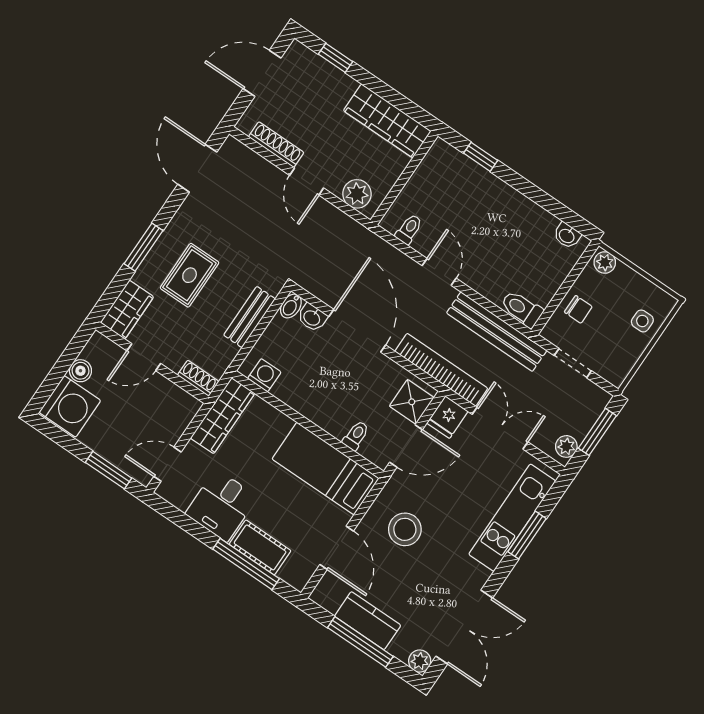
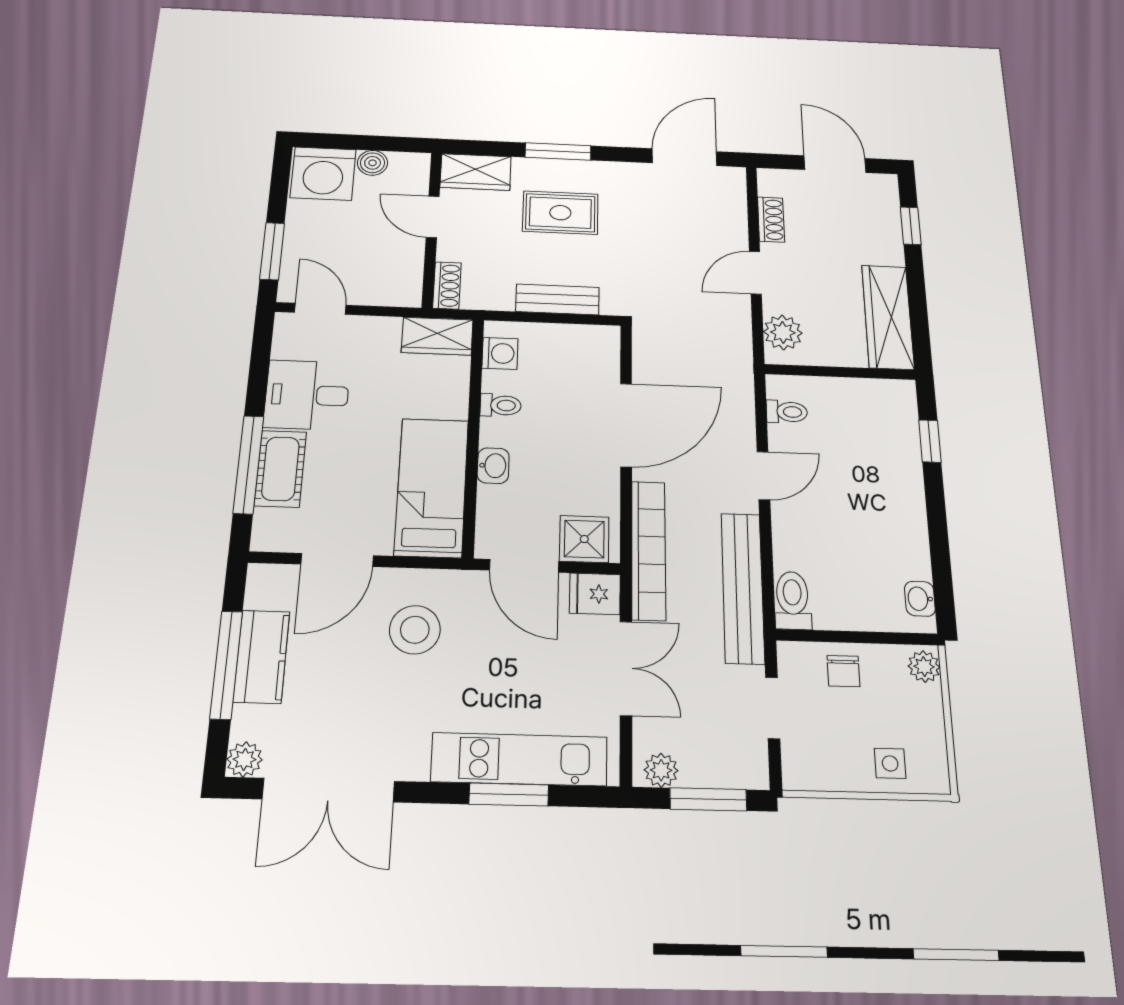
shoe rack: (276, 145) -> (771, 220), width x0.70
bidet: (291, 306) -> (602, 336), removed
washbasin: (312, 318) -> (493, 466), moved, turned 180
wardrobe: (223, 416) -> (437, 336), width x0.67
toilet: (356, 436) -> (501, 405), moved

